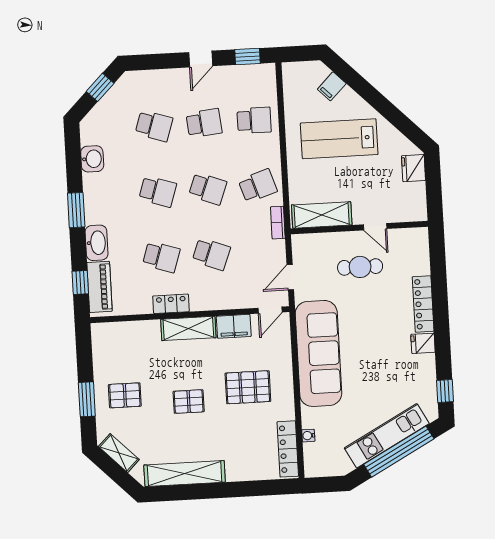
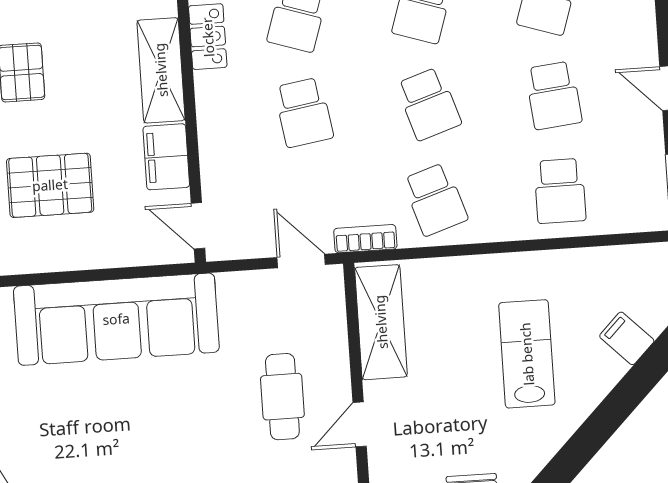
lab bench: (339, 139) -> (527, 354), width x0.73, depth x0.72
school desk: (208, 189) -> (429, 104), turned -39
school desk: (211, 254) -> (304, 112), turned -30
door: (290, 277) -> (301, 261), moved
pallet: (248, 387) -> (50, 185), turned 90

